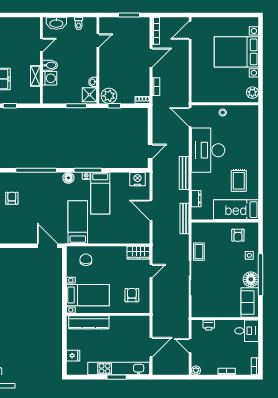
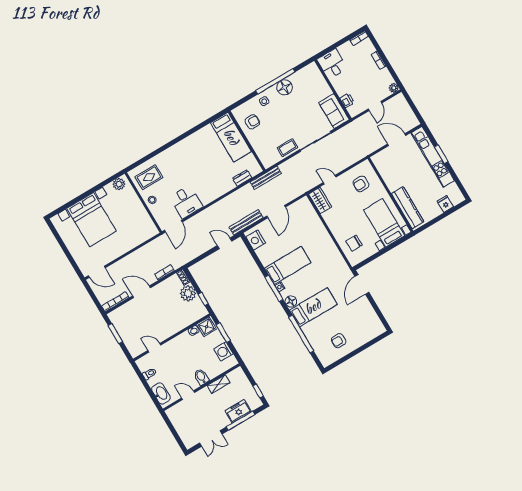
washing machine: (50, 78) -> (223, 351), moved, turned -90
plant: (109, 96) -> (188, 293), moved
desk: (208, 150) -> (186, 202), width x0.53, depth x0.77
bench: (184, 173) -> (246, 222), moved
rug: (239, 181) -> (149, 177), moved
bed: (78, 222) -> (313, 307), moved, turned 180
sofa: (250, 303) -> (334, 111), moved, turned 90

